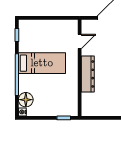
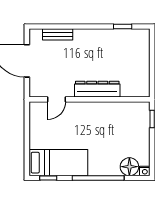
door: (80, 42) -> (57, 99), swing flipped
bed: (42, 63) -> (58, 163), moved, turned 90

